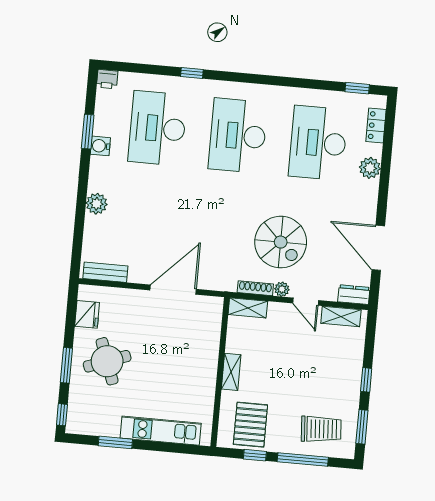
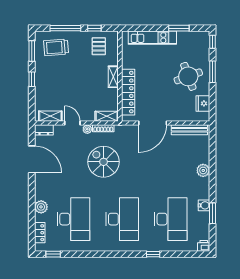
spiral stairs: (281, 242) -> (104, 162), moved
bench: (105, 272) -> (189, 130), width x1.36
locker: (209, 344) -> (128, 92), added
pallet: (250, 425) -> (99, 46), width x0.67, depth x0.71

